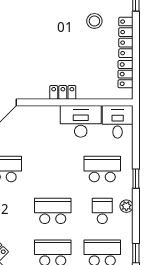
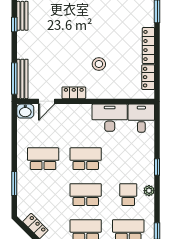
stool: (94, 21) -> (99, 64), moved
locker: (63, 92) -> (74, 93), moved
school desk: (102, 169) -> (86, 159), moved

